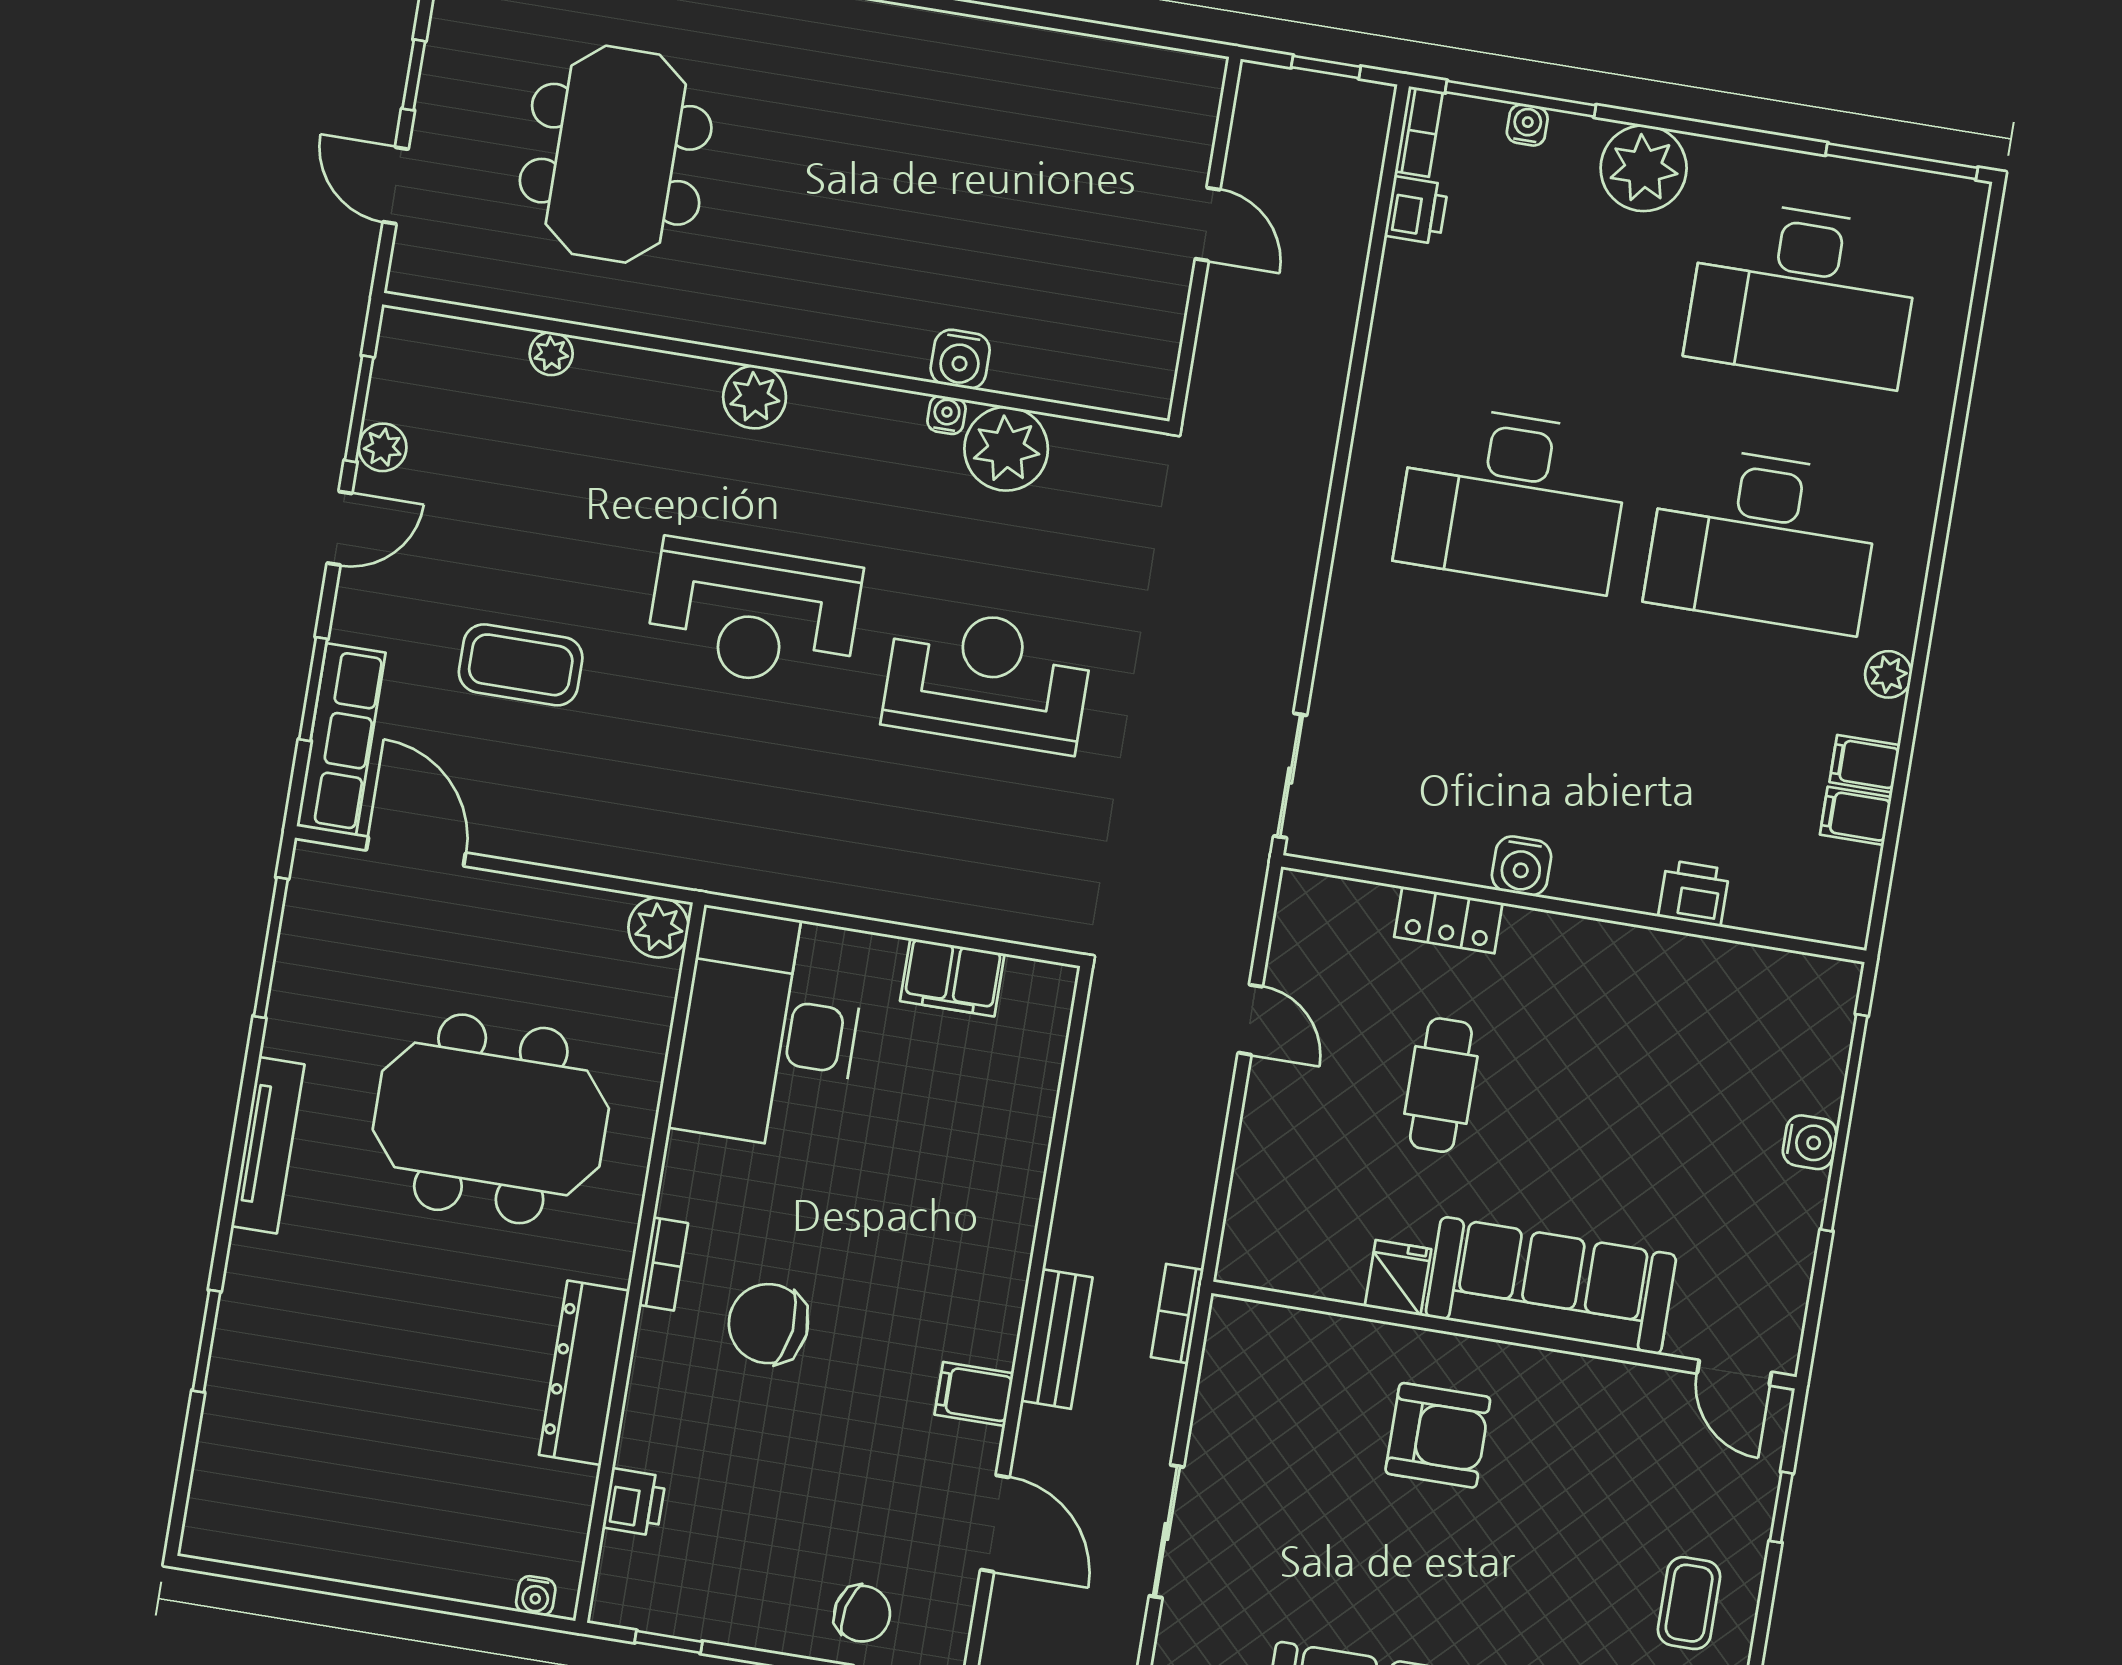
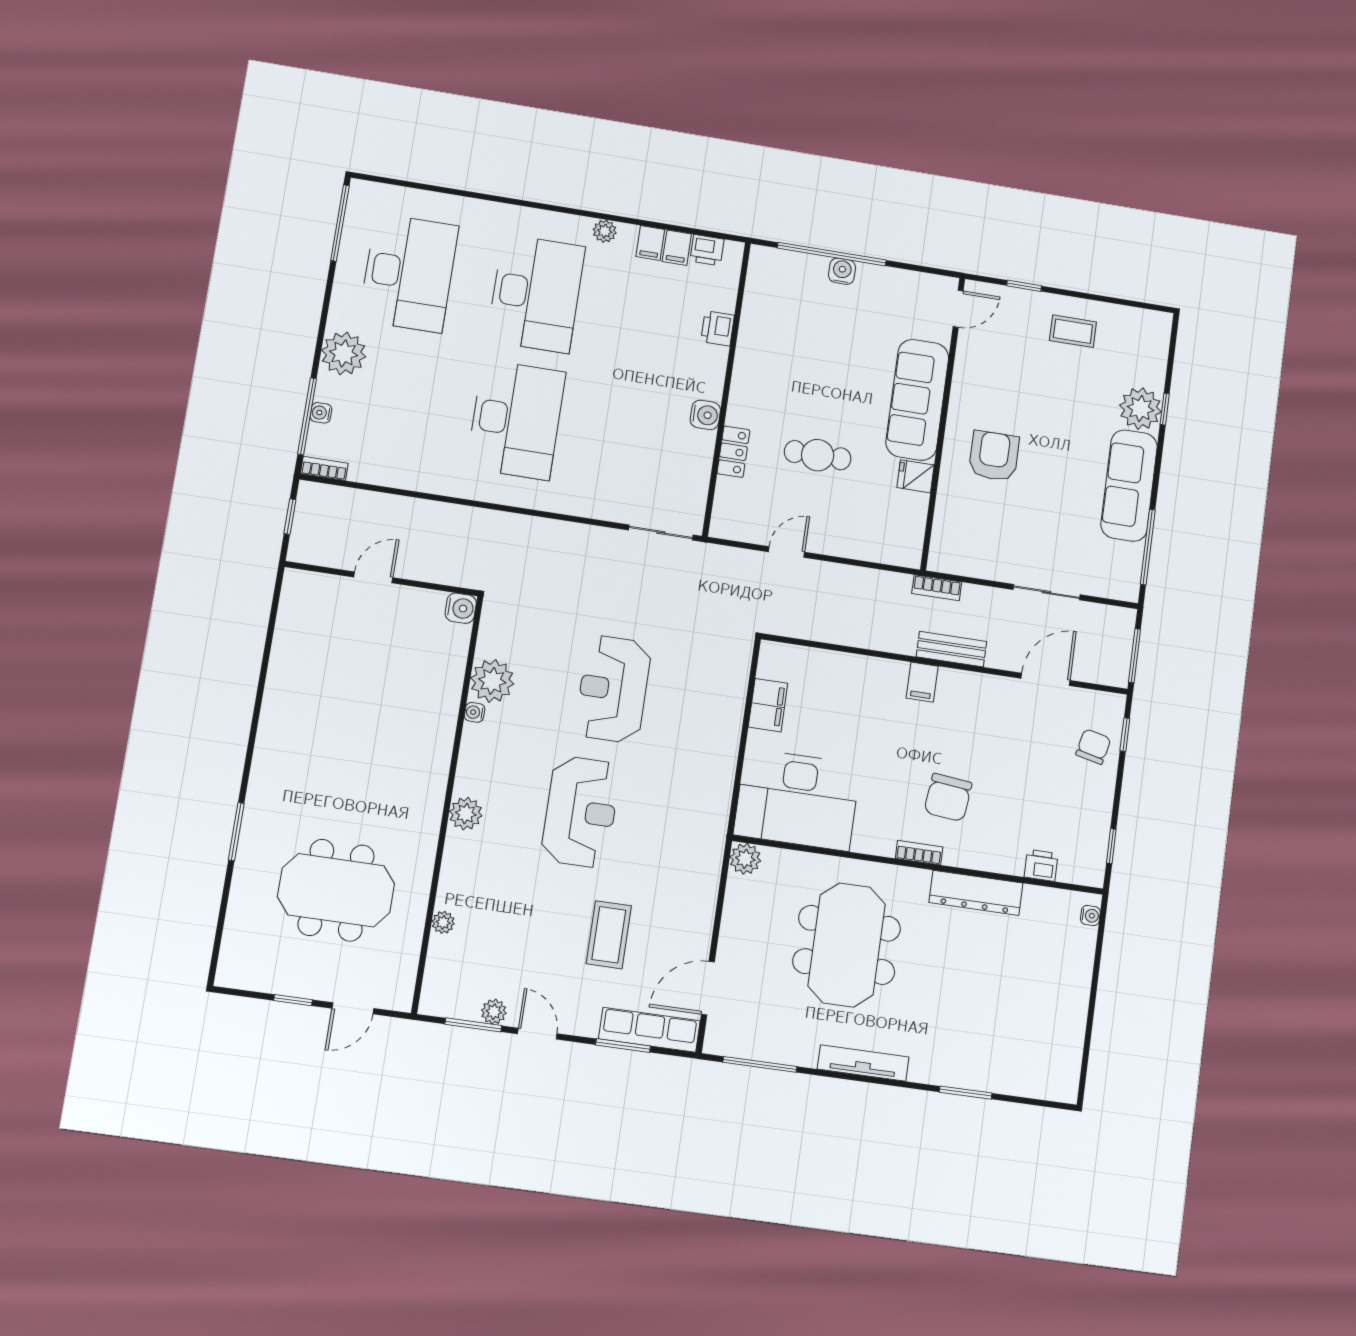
printer: (1416, 210) -> (707, 250), moved, turned 180
water cooler: (960, 359) -> (461, 608), moved
filing cabinet: (974, 1394) -> (922, 682), moved

